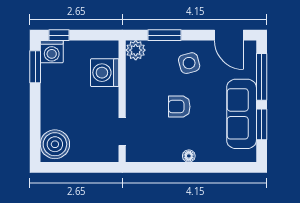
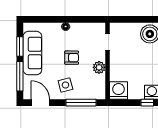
window: (165, 35) -> (81, 103), width x1.44
plant: (136, 50) -> (99, 67), moved
washing machine: (105, 73) -> (118, 90), moved, turned -90

